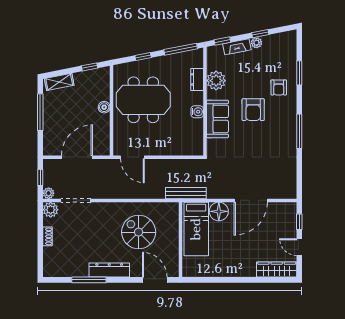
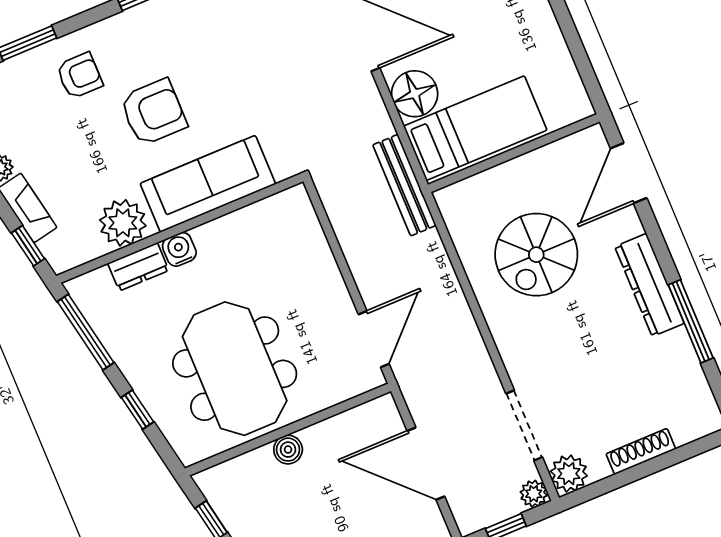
water cooler: (197, 112) -> (179, 249), moved
sofa: (217, 119) -> (208, 184), width x1.36
shoe rack: (48, 236) -> (641, 451), width x1.43

